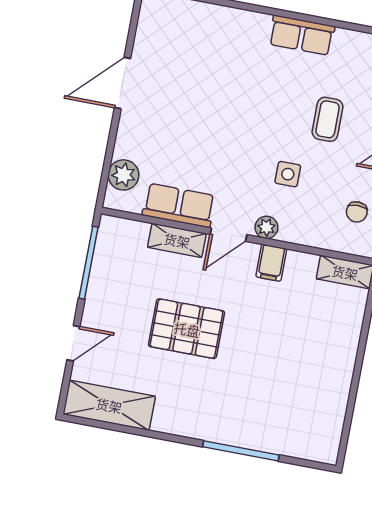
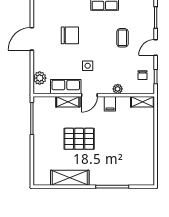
chair: (210, 92) -> (70, 35), added
side table: (288, 174) -> (88, 66), moved
plant: (266, 227) -> (118, 89), moved
door: (73, 343) -> (32, 154), removed
shelving: (109, 405) -> (70, 178), moved

